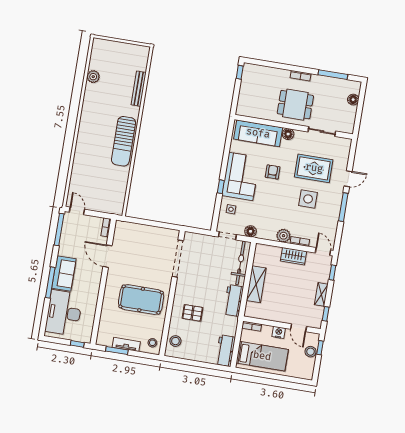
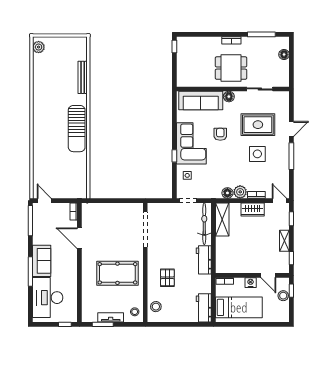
plant: (93, 77) -> (39, 47), moved
floor lamp: (251, 231) -> (227, 193), moved
shelving: (256, 284) -> (222, 220), moved
pallet: (193, 313) -> (167, 278), turned 90

